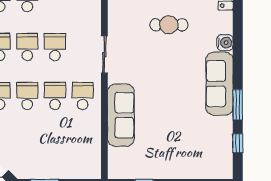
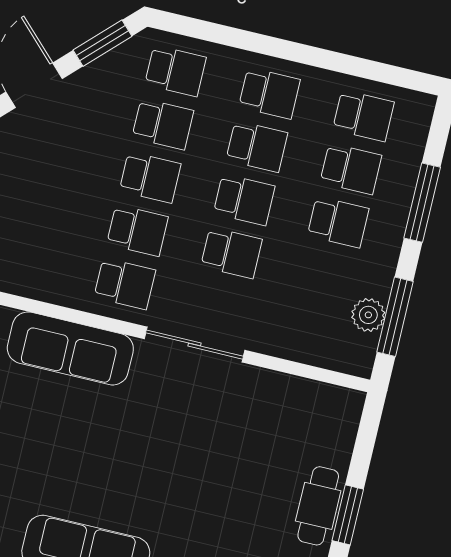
cafe table: (169, 25) -> (222, 482), removed
sliding door: (104, 54) -> (195, 345), width x1.37

